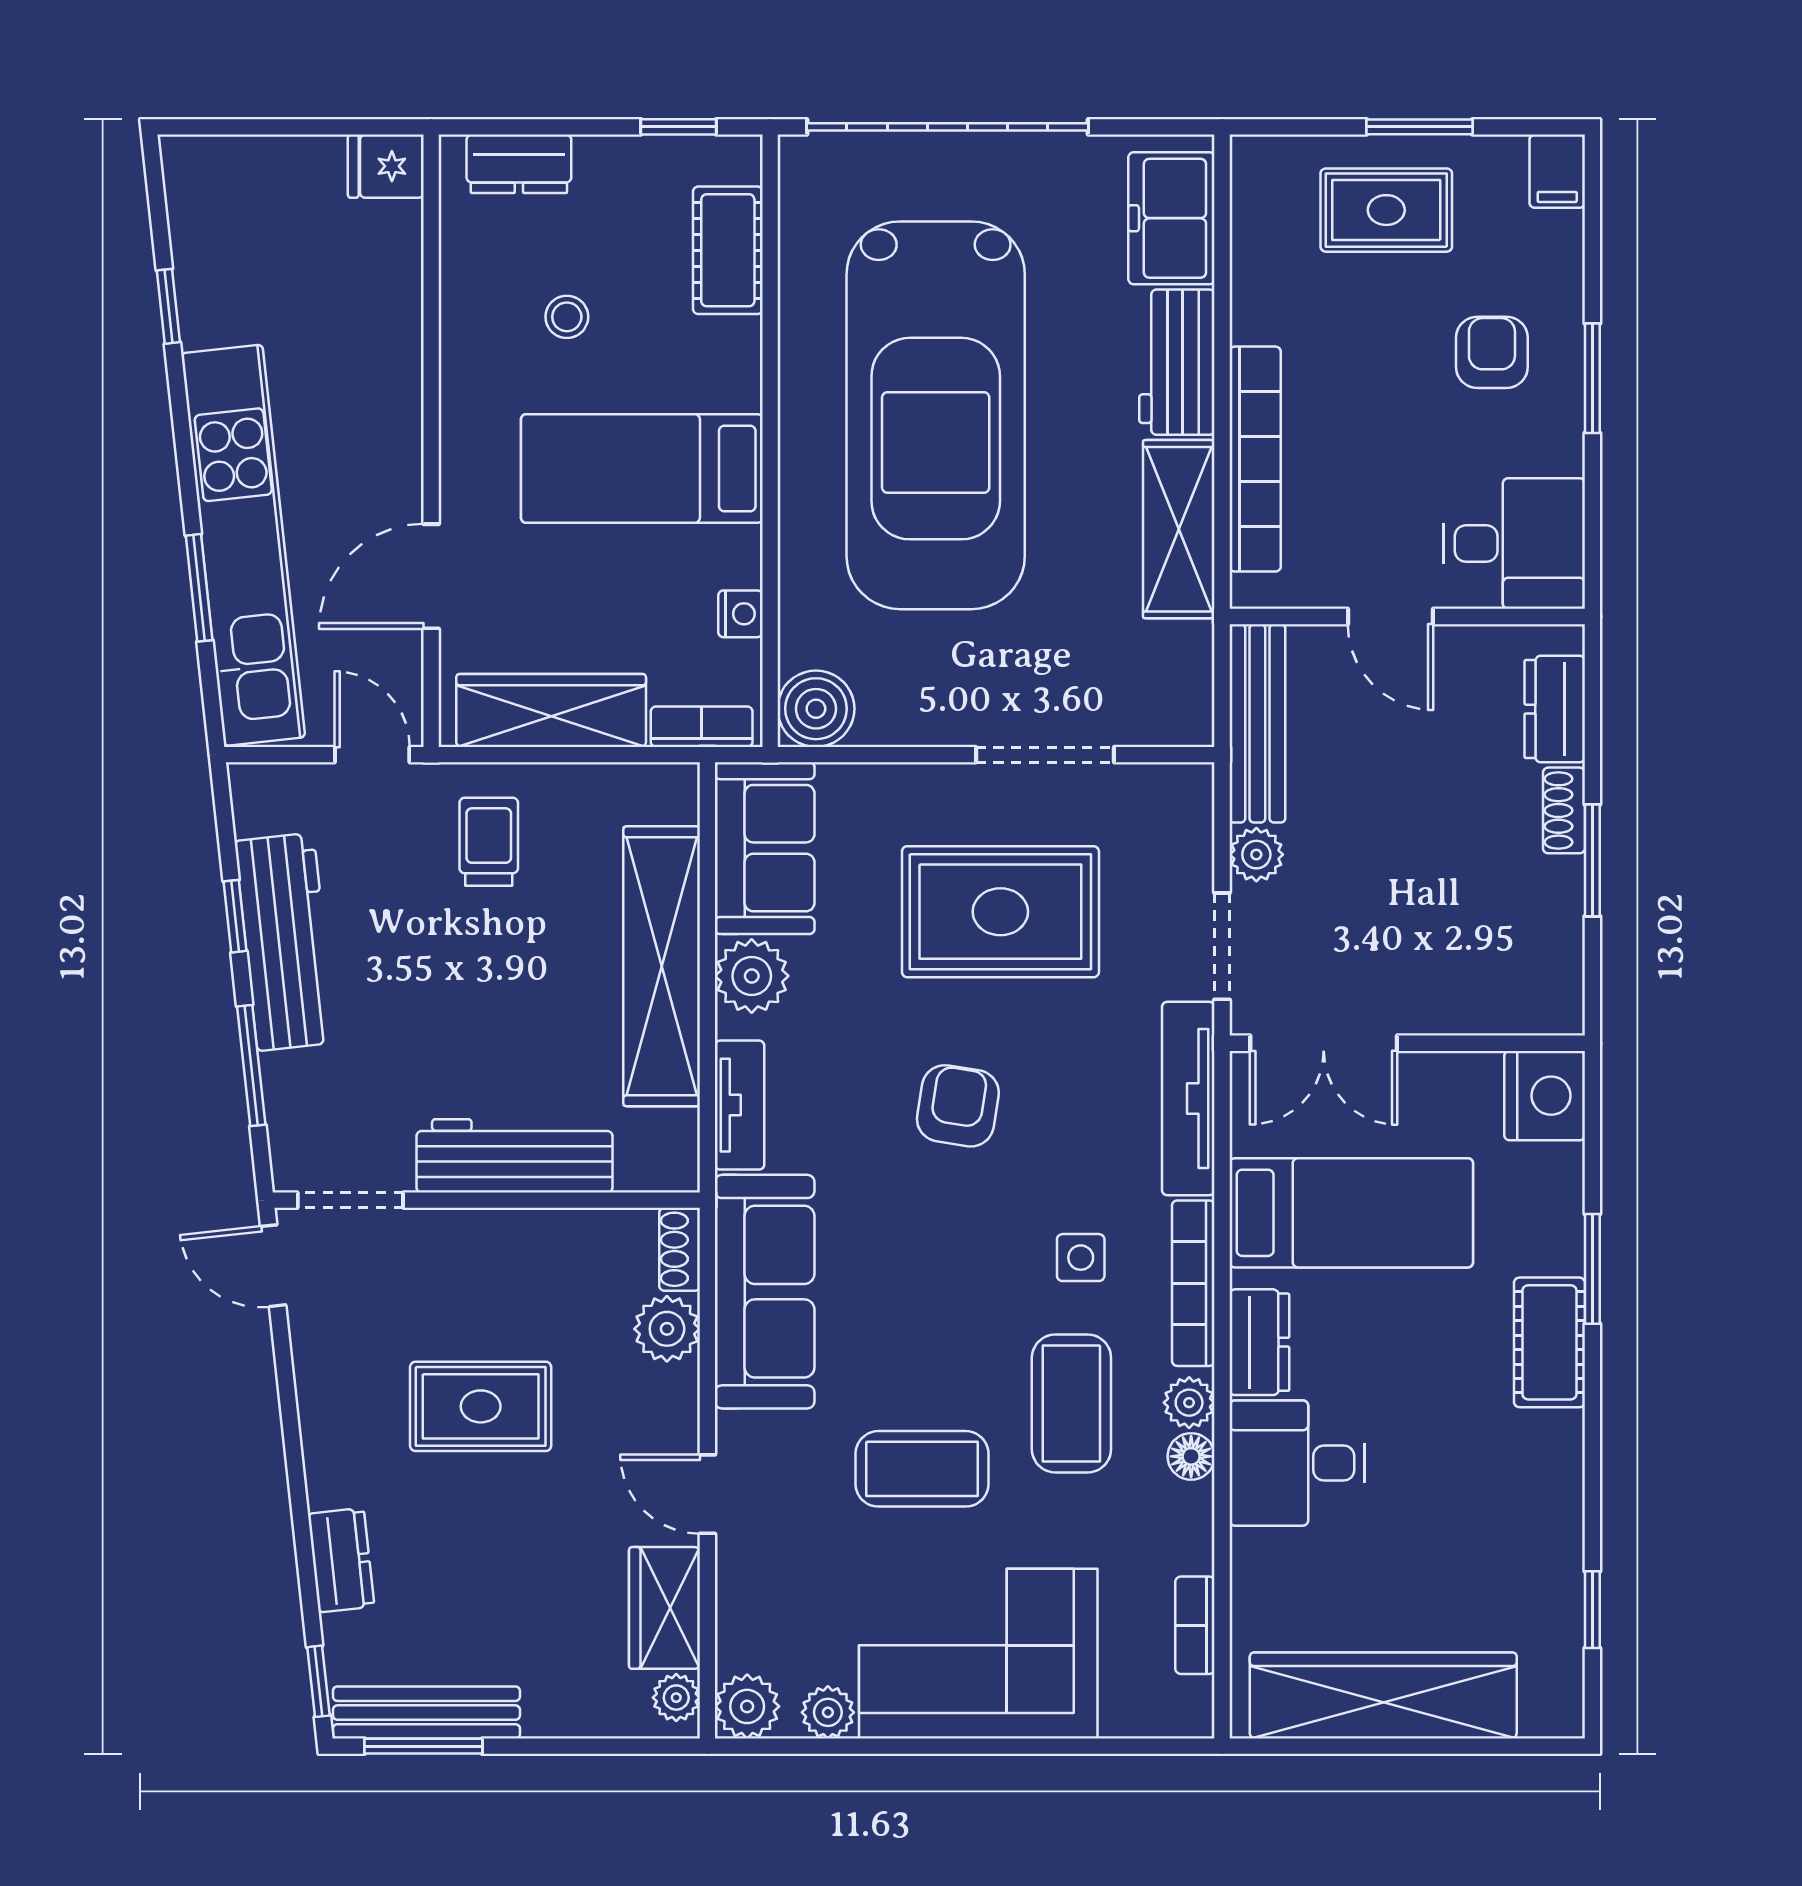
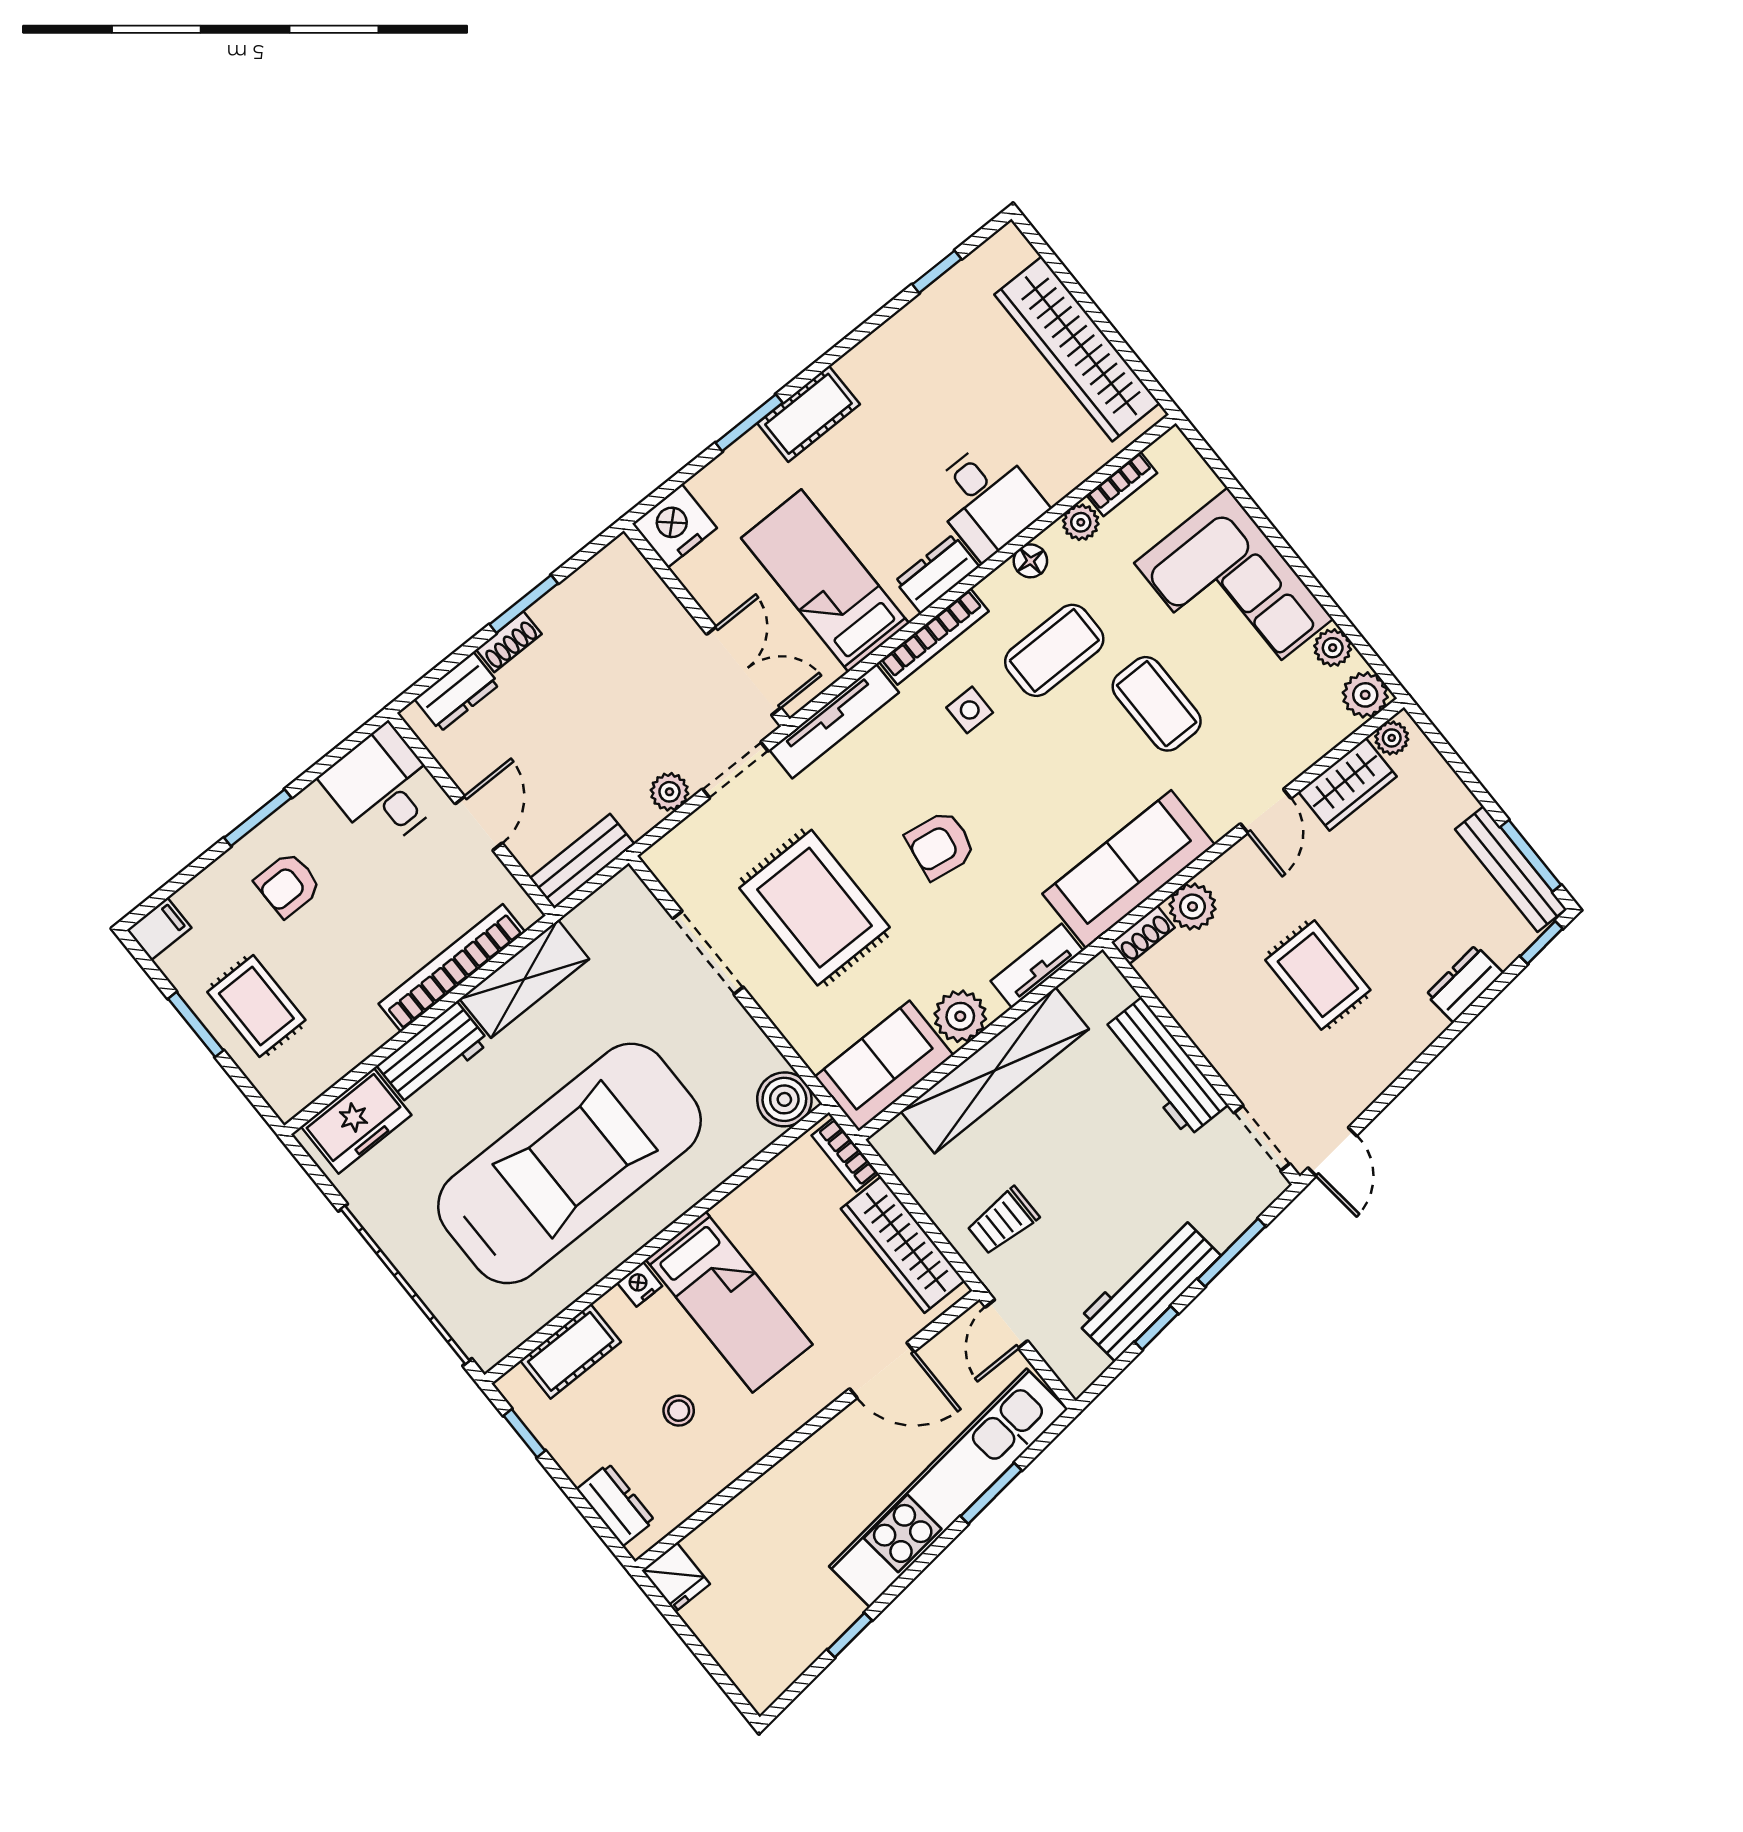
nightstand: (740, 614) -> (640, 1284), moved
bench: (1257, 723) -> (582, 861), width x0.73
plant: (1189, 1403) -> (1081, 522), moved

